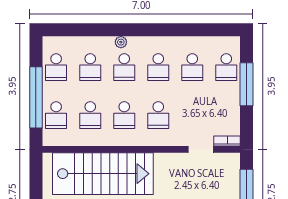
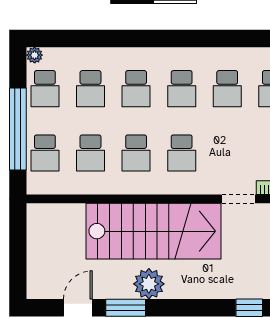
plant: (121, 42) -> (35, 55), moved
stairs: (103, 174) -> (153, 231), moved

